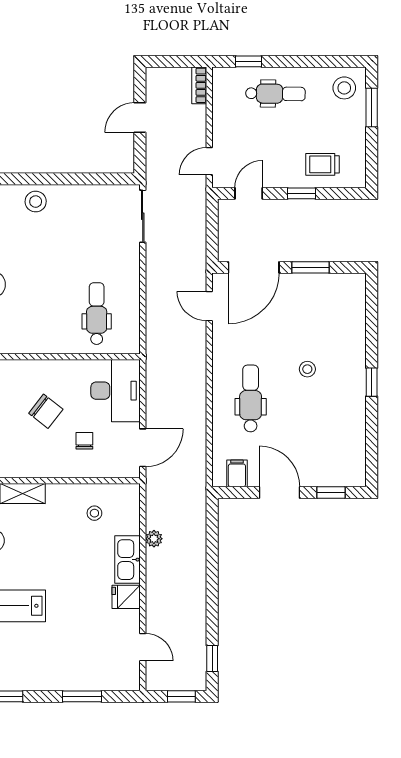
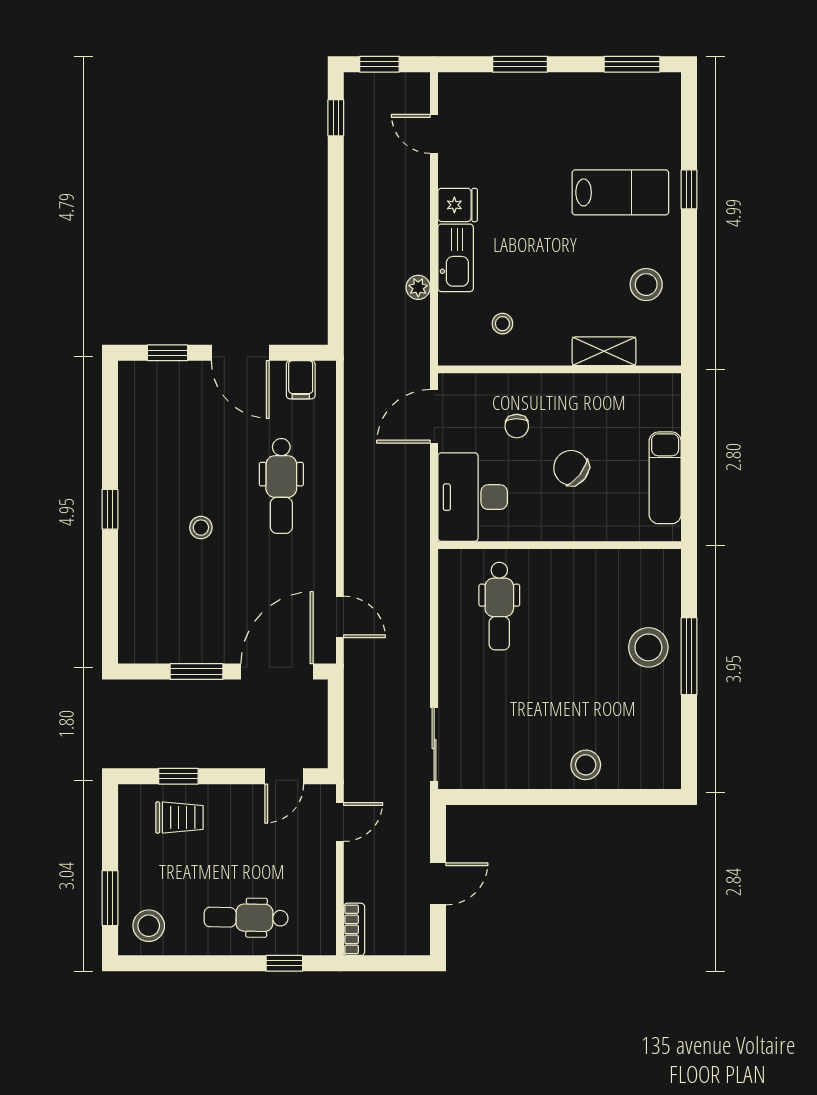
window: (301, 193) -> (178, 776), moved

